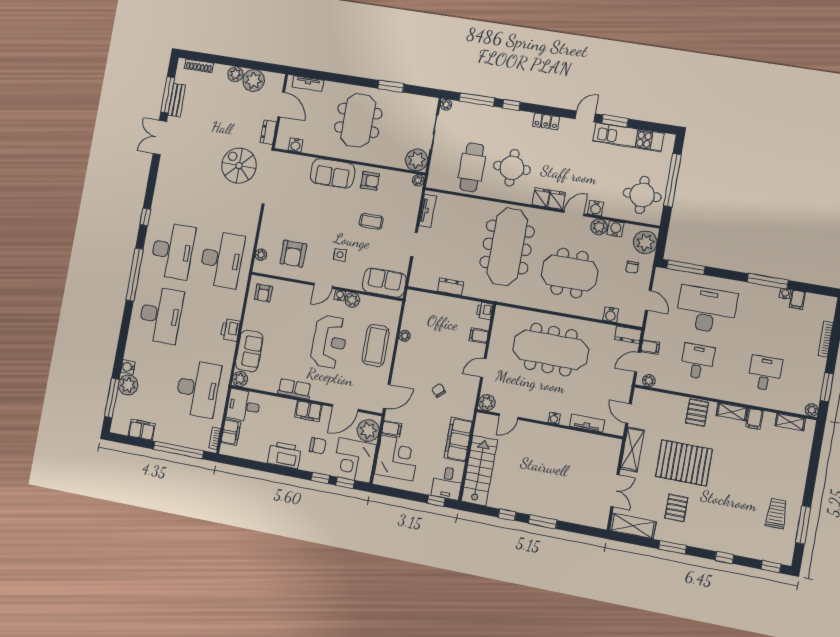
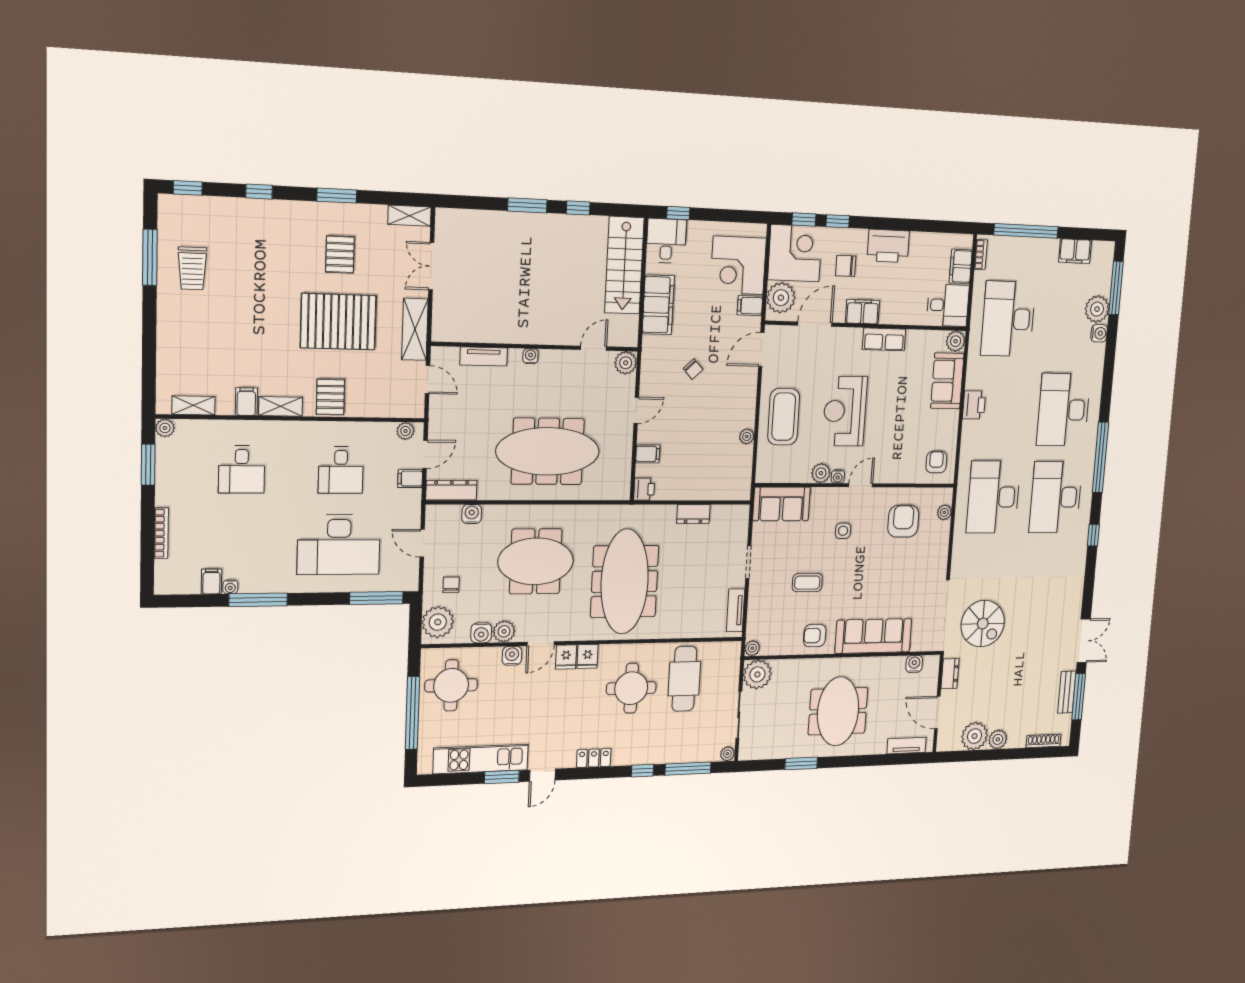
sofa: (333, 173) -> (873, 636), width x1.36
dresser: (628, 335) -> (451, 490), width x1.44
shelving: (633, 526) -> (410, 216), width x0.67, depth x0.75

